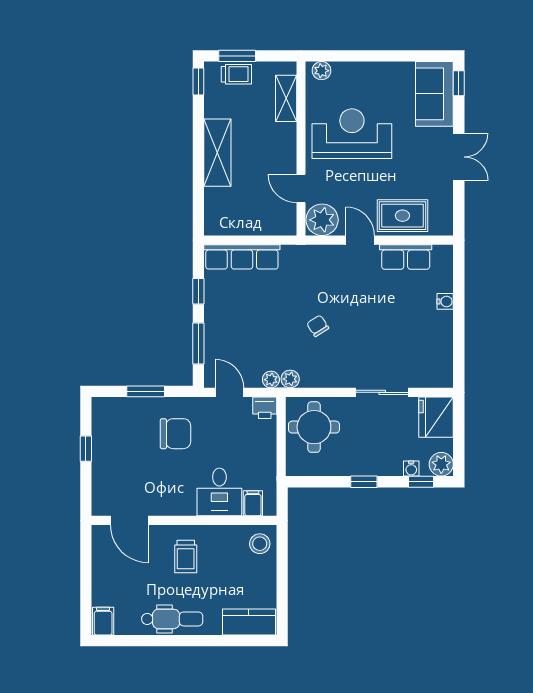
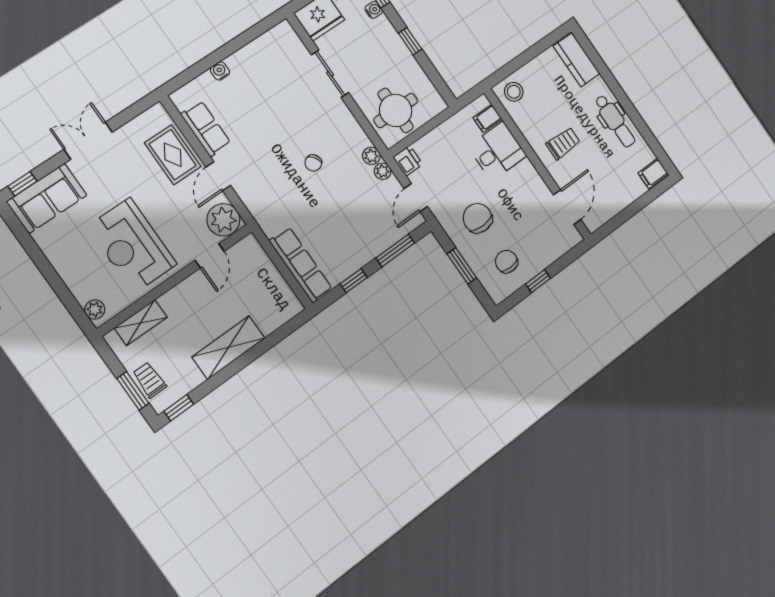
chair: (122, 433) -> (506, 262), added
dental chair: (172, 619) -> (615, 121), turned 180

